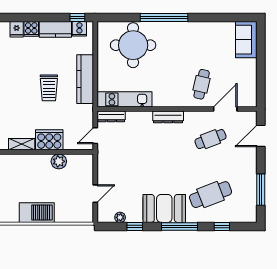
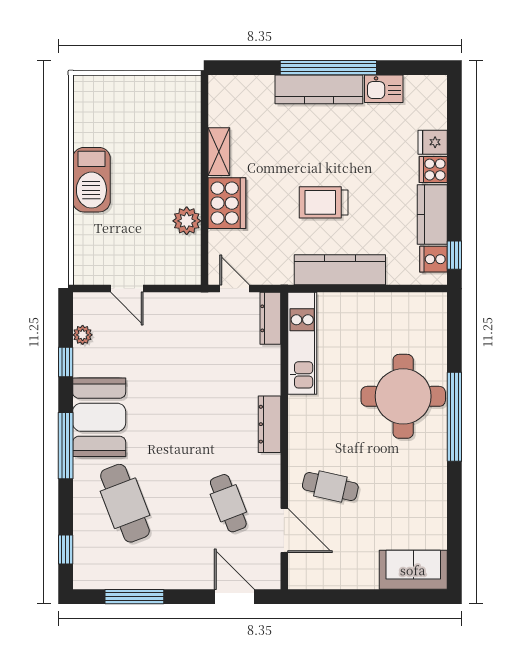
round table: (133, 45) -> (403, 396), moved
window: (222, 227) -> (66, 550), moved

